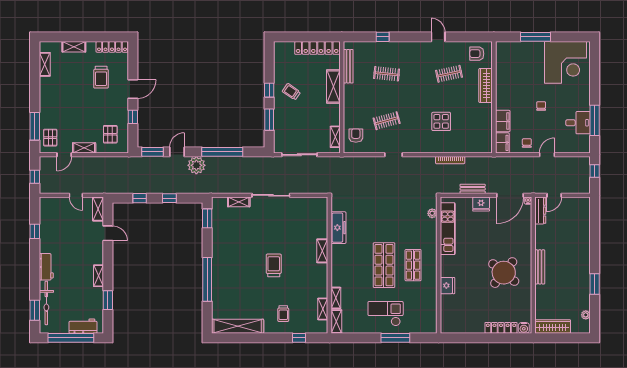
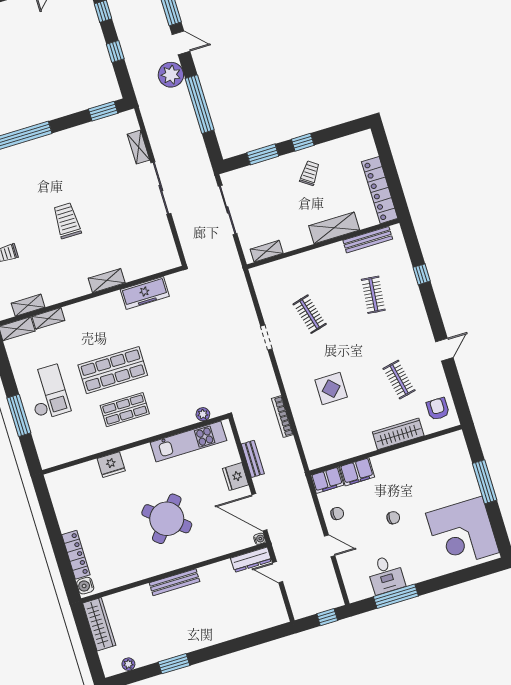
armchair: (356, 136) -> (277, 279), removed
trolley: (274, 265) -> (67, 221), turned -90
round table: (504, 273) -> (167, 519), moved

